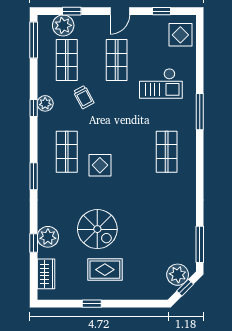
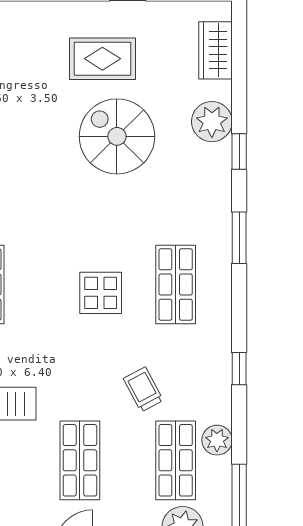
plant: (45, 103) -> (217, 440), moved
display table: (100, 165) -> (101, 293), moved
window: (34, 243) -> (239, 151), moved

